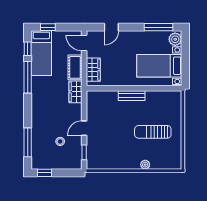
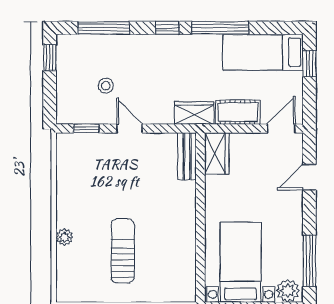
door: (111, 27) -> (309, 177), hinge flipped
window: (28, 49) -> (167, 28), moved
wardrobe: (93, 70) -> (217, 153), moved, turned -90
bench: (132, 96) -> (187, 156), moved

